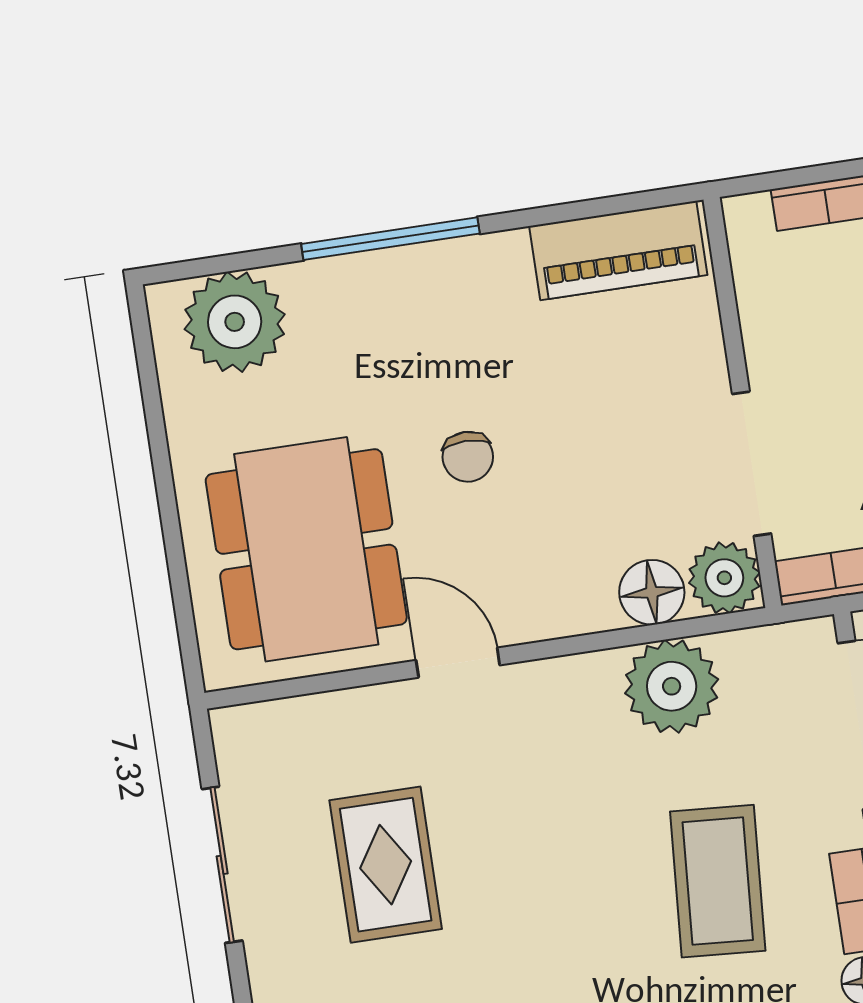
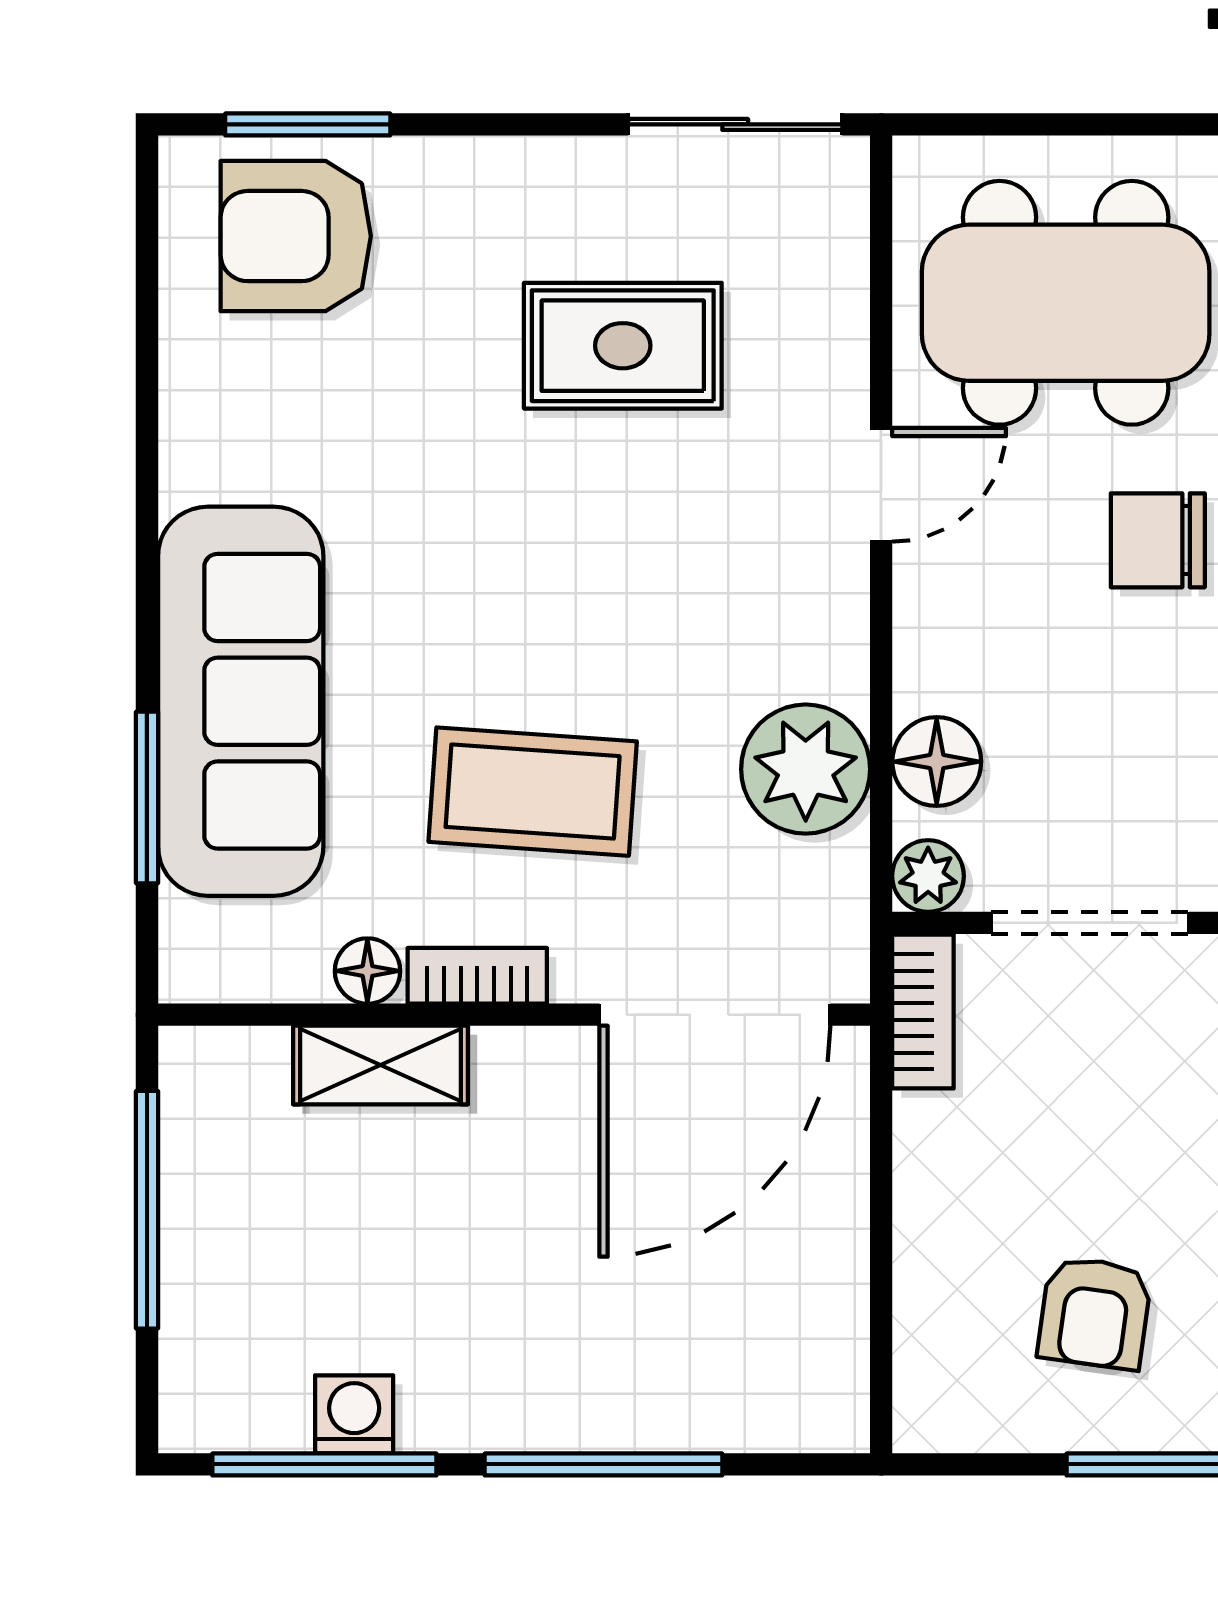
chair: (468, 457) -> (1158, 540), width x1.37, depth x1.37
plant: (724, 578) -> (928, 876), width x0.73, depth x0.73
sliding door: (222, 865) -> (735, 124), moved

